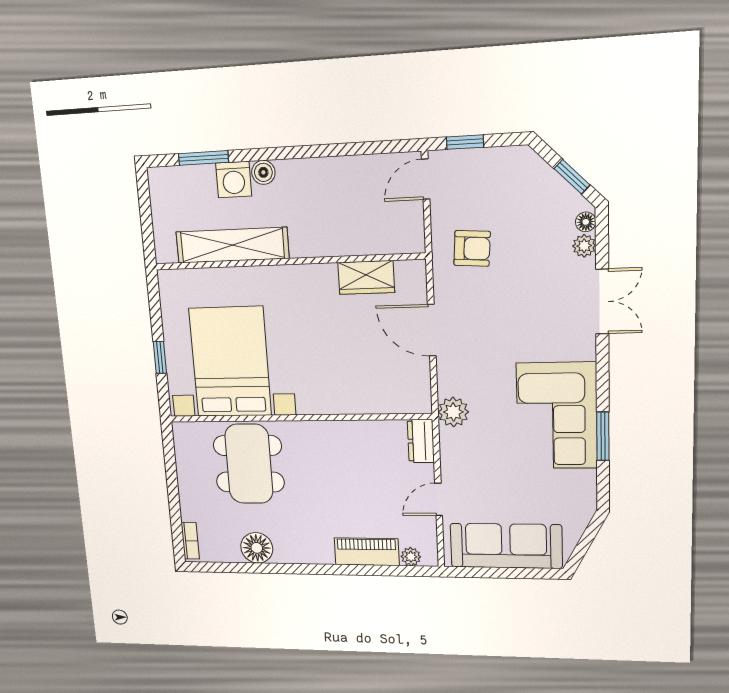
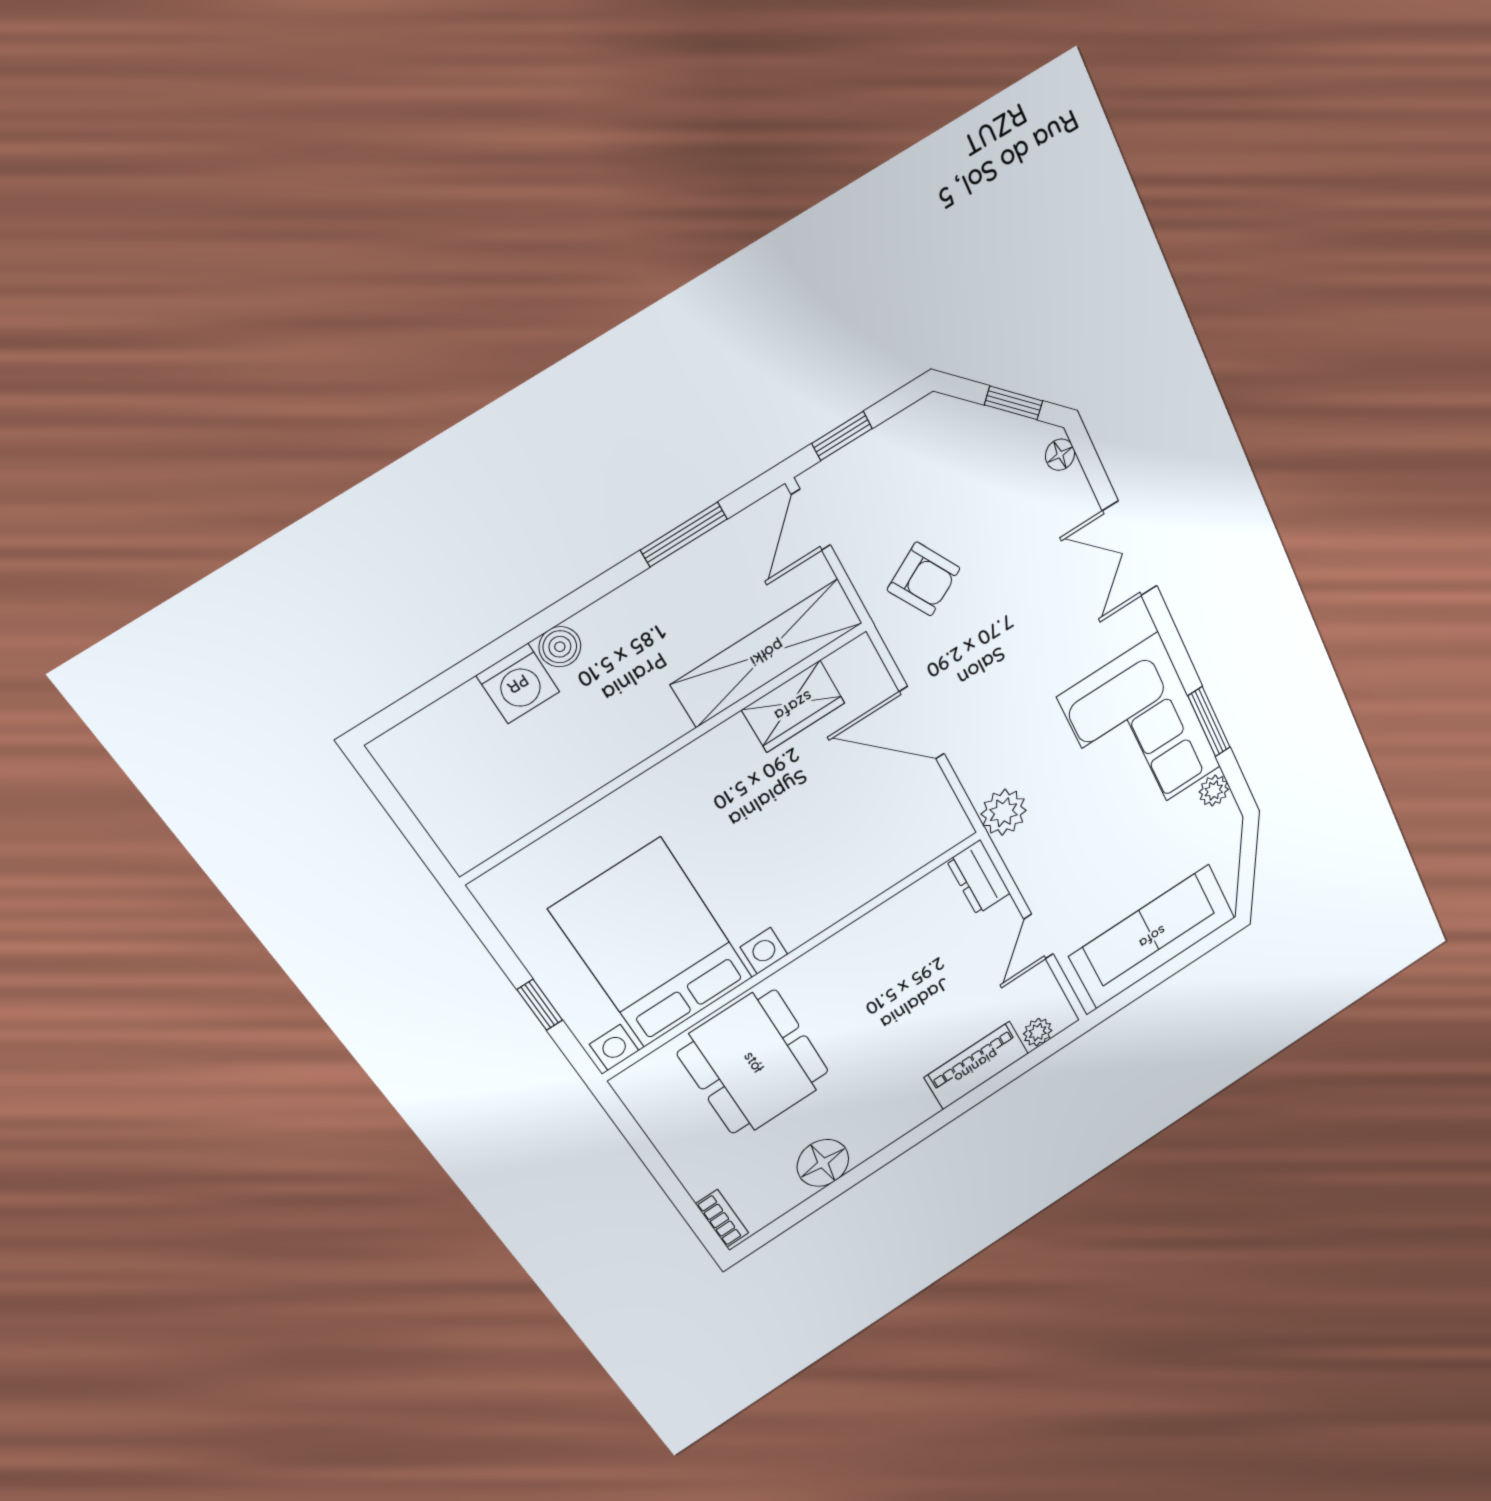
window: (203, 158) -> (684, 534), moved
shelving: (232, 245) -> (767, 653), moved
plant: (584, 246) -> (1214, 791), moved
armchair: (472, 248) -> (924, 579), turned 57
double door: (602, 302) -> (1130, 549), swing flipped

